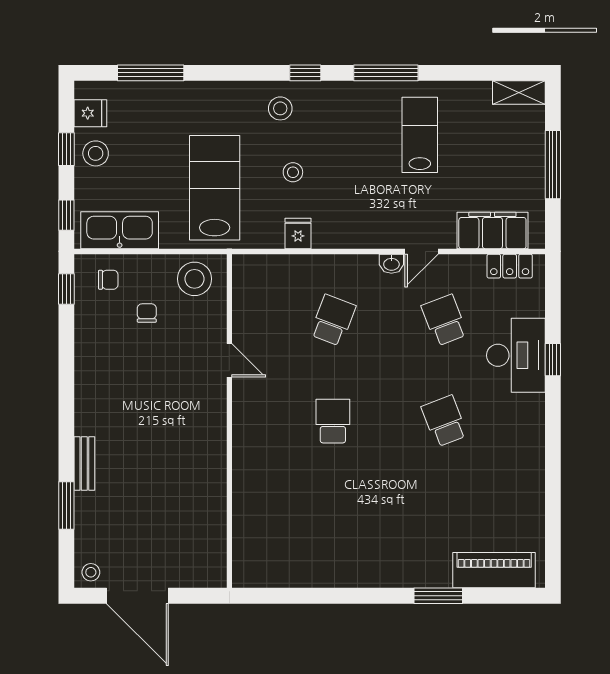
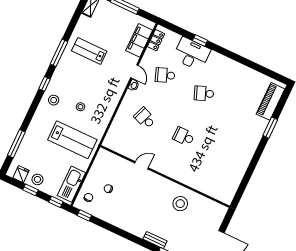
lab bench: (215, 188) -> (72, 140), turned 180
fridge: (298, 234) -> (105, 116), removed
stool: (195, 279) -> (180, 204), moved

